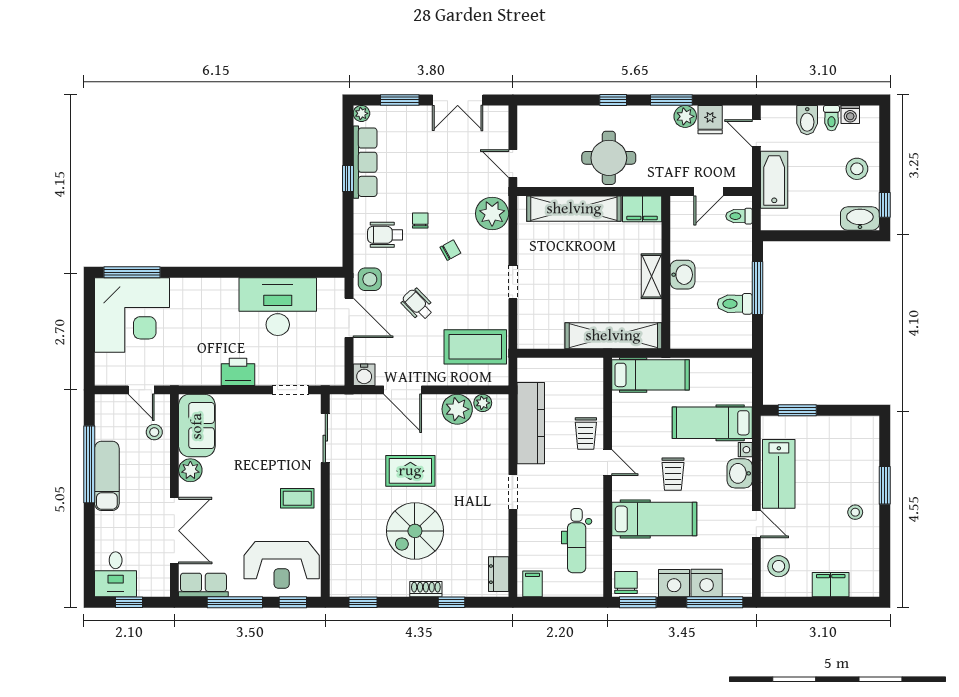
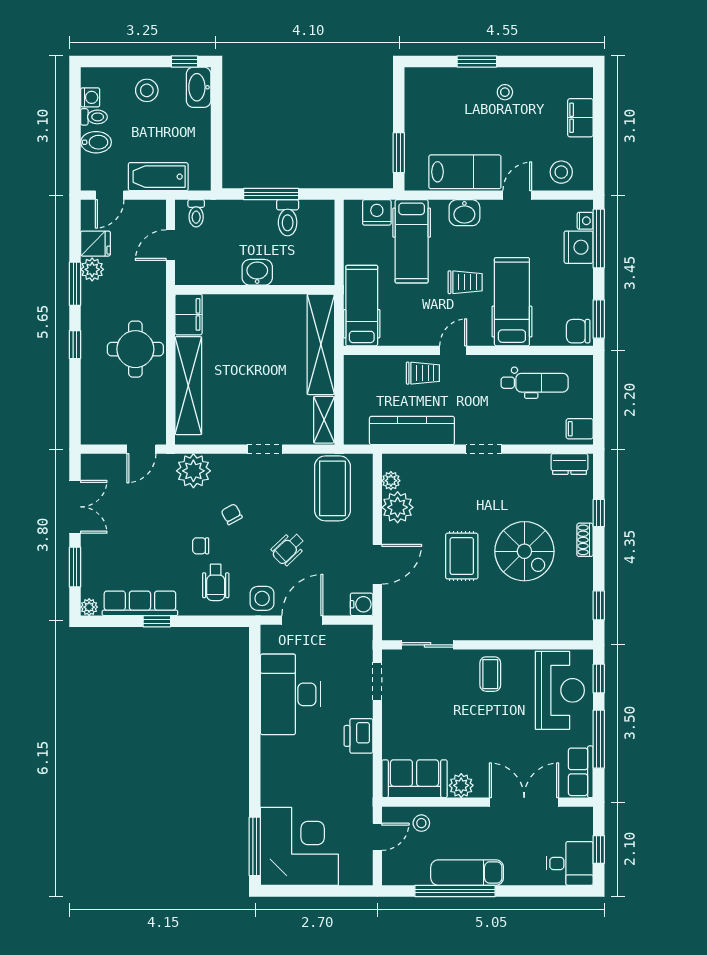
door: (709, 192) -> (170, 245), swing flipped
shelving: (652, 276) -> (324, 420), moved, turned 90
nightstand: (745, 450) -> (377, 212), moved, width x1.89, depth x1.79
nightstand: (674, 583) -> (585, 221), moved, width x0.53, depth x0.56

